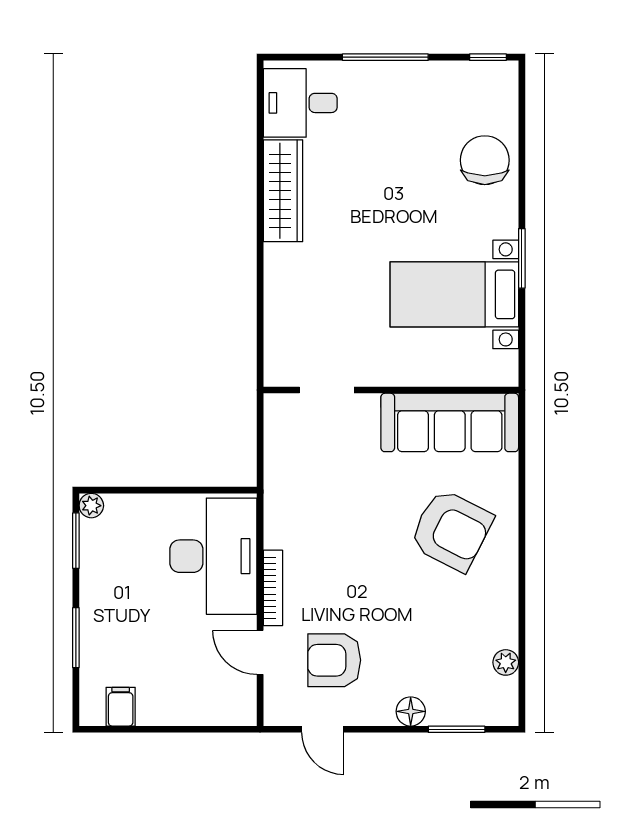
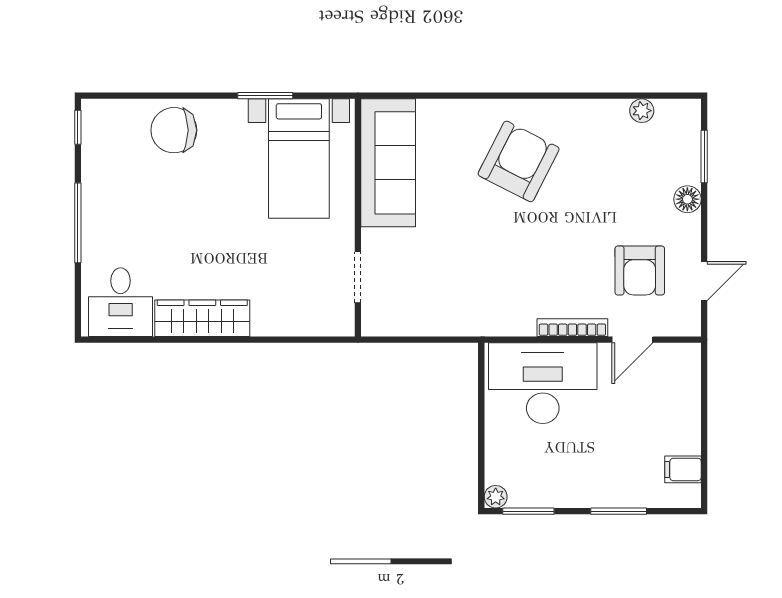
doorway: (327, 390) -> (358, 277), moved
wall: (391, 390) -> (358, 218), moved
sofa: (450, 422) -> (388, 163), moved

